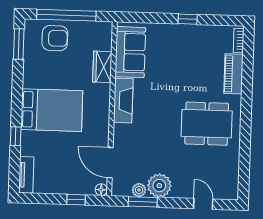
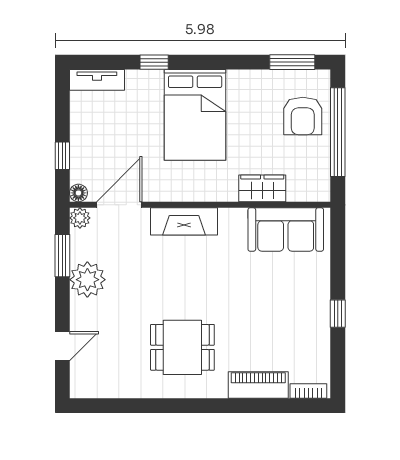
fireplace: (123, 101) -> (184, 221), moved
dining table: (207, 124) -> (182, 347), width x0.73
plant: (139, 190) -> (80, 218), moved

